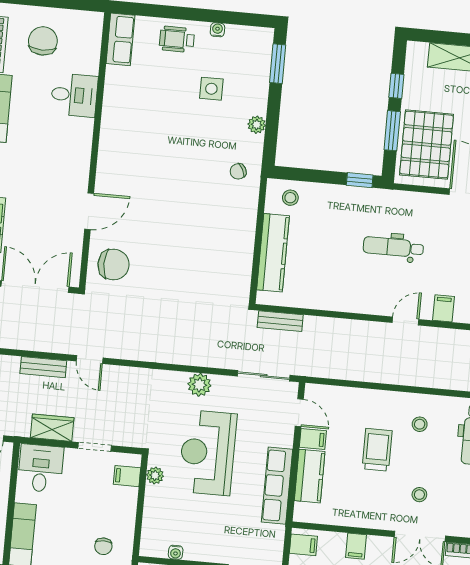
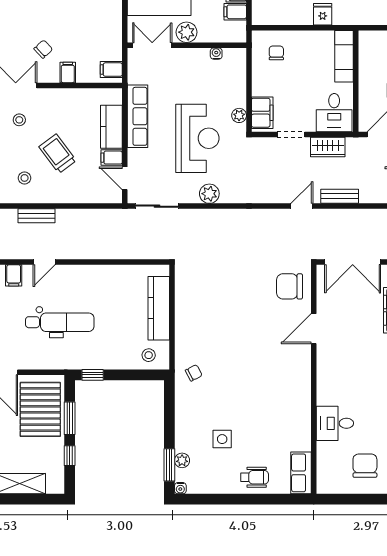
water cooler: (217, 30) -> (180, 488), moved
chair: (43, 41) -> (365, 466), turned 180
plant: (257, 125) -> (182, 460), moved
dental chair: (393, 247) -> (60, 322), width x1.36, depth x1.38
bench: (280, 321) -> (37, 216), moved
door: (90, 360) -> (302, 206), hinge flipped
trolley: (377, 450) -> (58, 154), turned 143
filing cabinet: (127, 476) -> (262, 113), width x2.00

